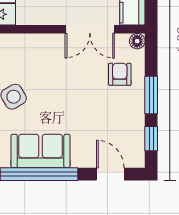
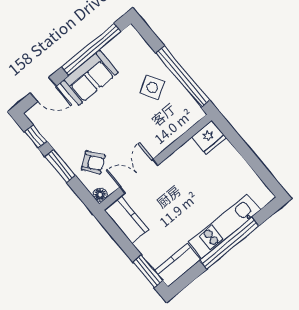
armchair: (120, 74) -> (93, 162), turned -36
sofa: (41, 151) -> (89, 78), moved

